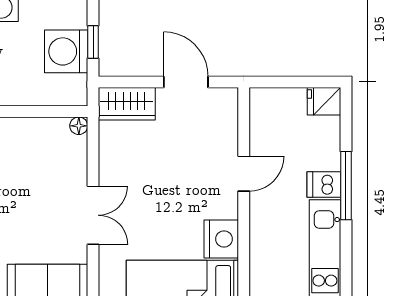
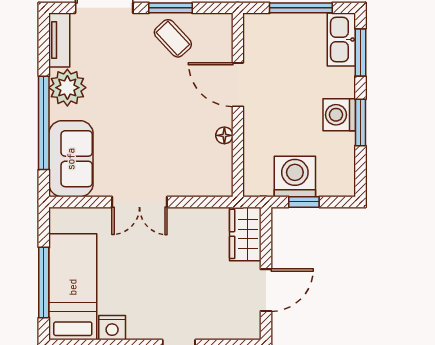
floor lamp: (79, 126) -> (224, 135), moved
nightstand: (221, 239) -> (112, 328), width x0.74, depth x0.75

